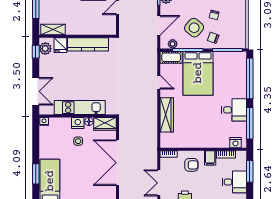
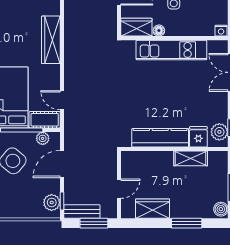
shelving: (53, 29) -> (191, 158), moved
door: (159, 82) -> (62, 100), moved
nightstand: (78, 123) -> (174, 28), removed

